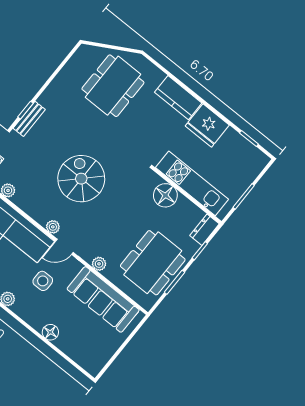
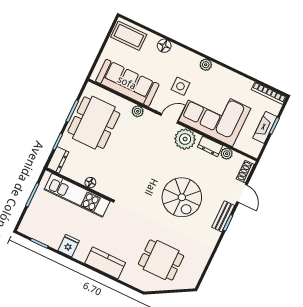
dining table: (113, 86) -> (161, 260), width x0.73
fridge: (207, 125) -> (69, 246), width x0.53, depth x0.75
spiral stairs: (81, 179) -> (182, 197), moved
floor lamp: (165, 195) -> (90, 183), width x0.53, depth x0.53
dresser: (25, 203) -> (210, 146), added
plant: (53, 227) -> (185, 139), width x1.87, depth x1.87
coffee table: (88, 354) -> (129, 36), added

